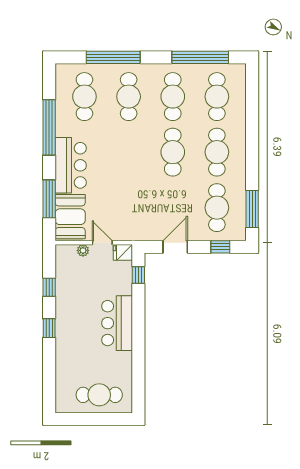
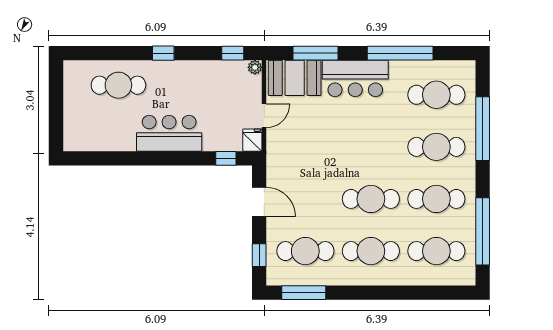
plant: (83, 250) -> (255, 67), moved
window: (49, 287) -> (233, 53), moved
cafe table: (99, 395) -> (118, 85), moved, turned 90

